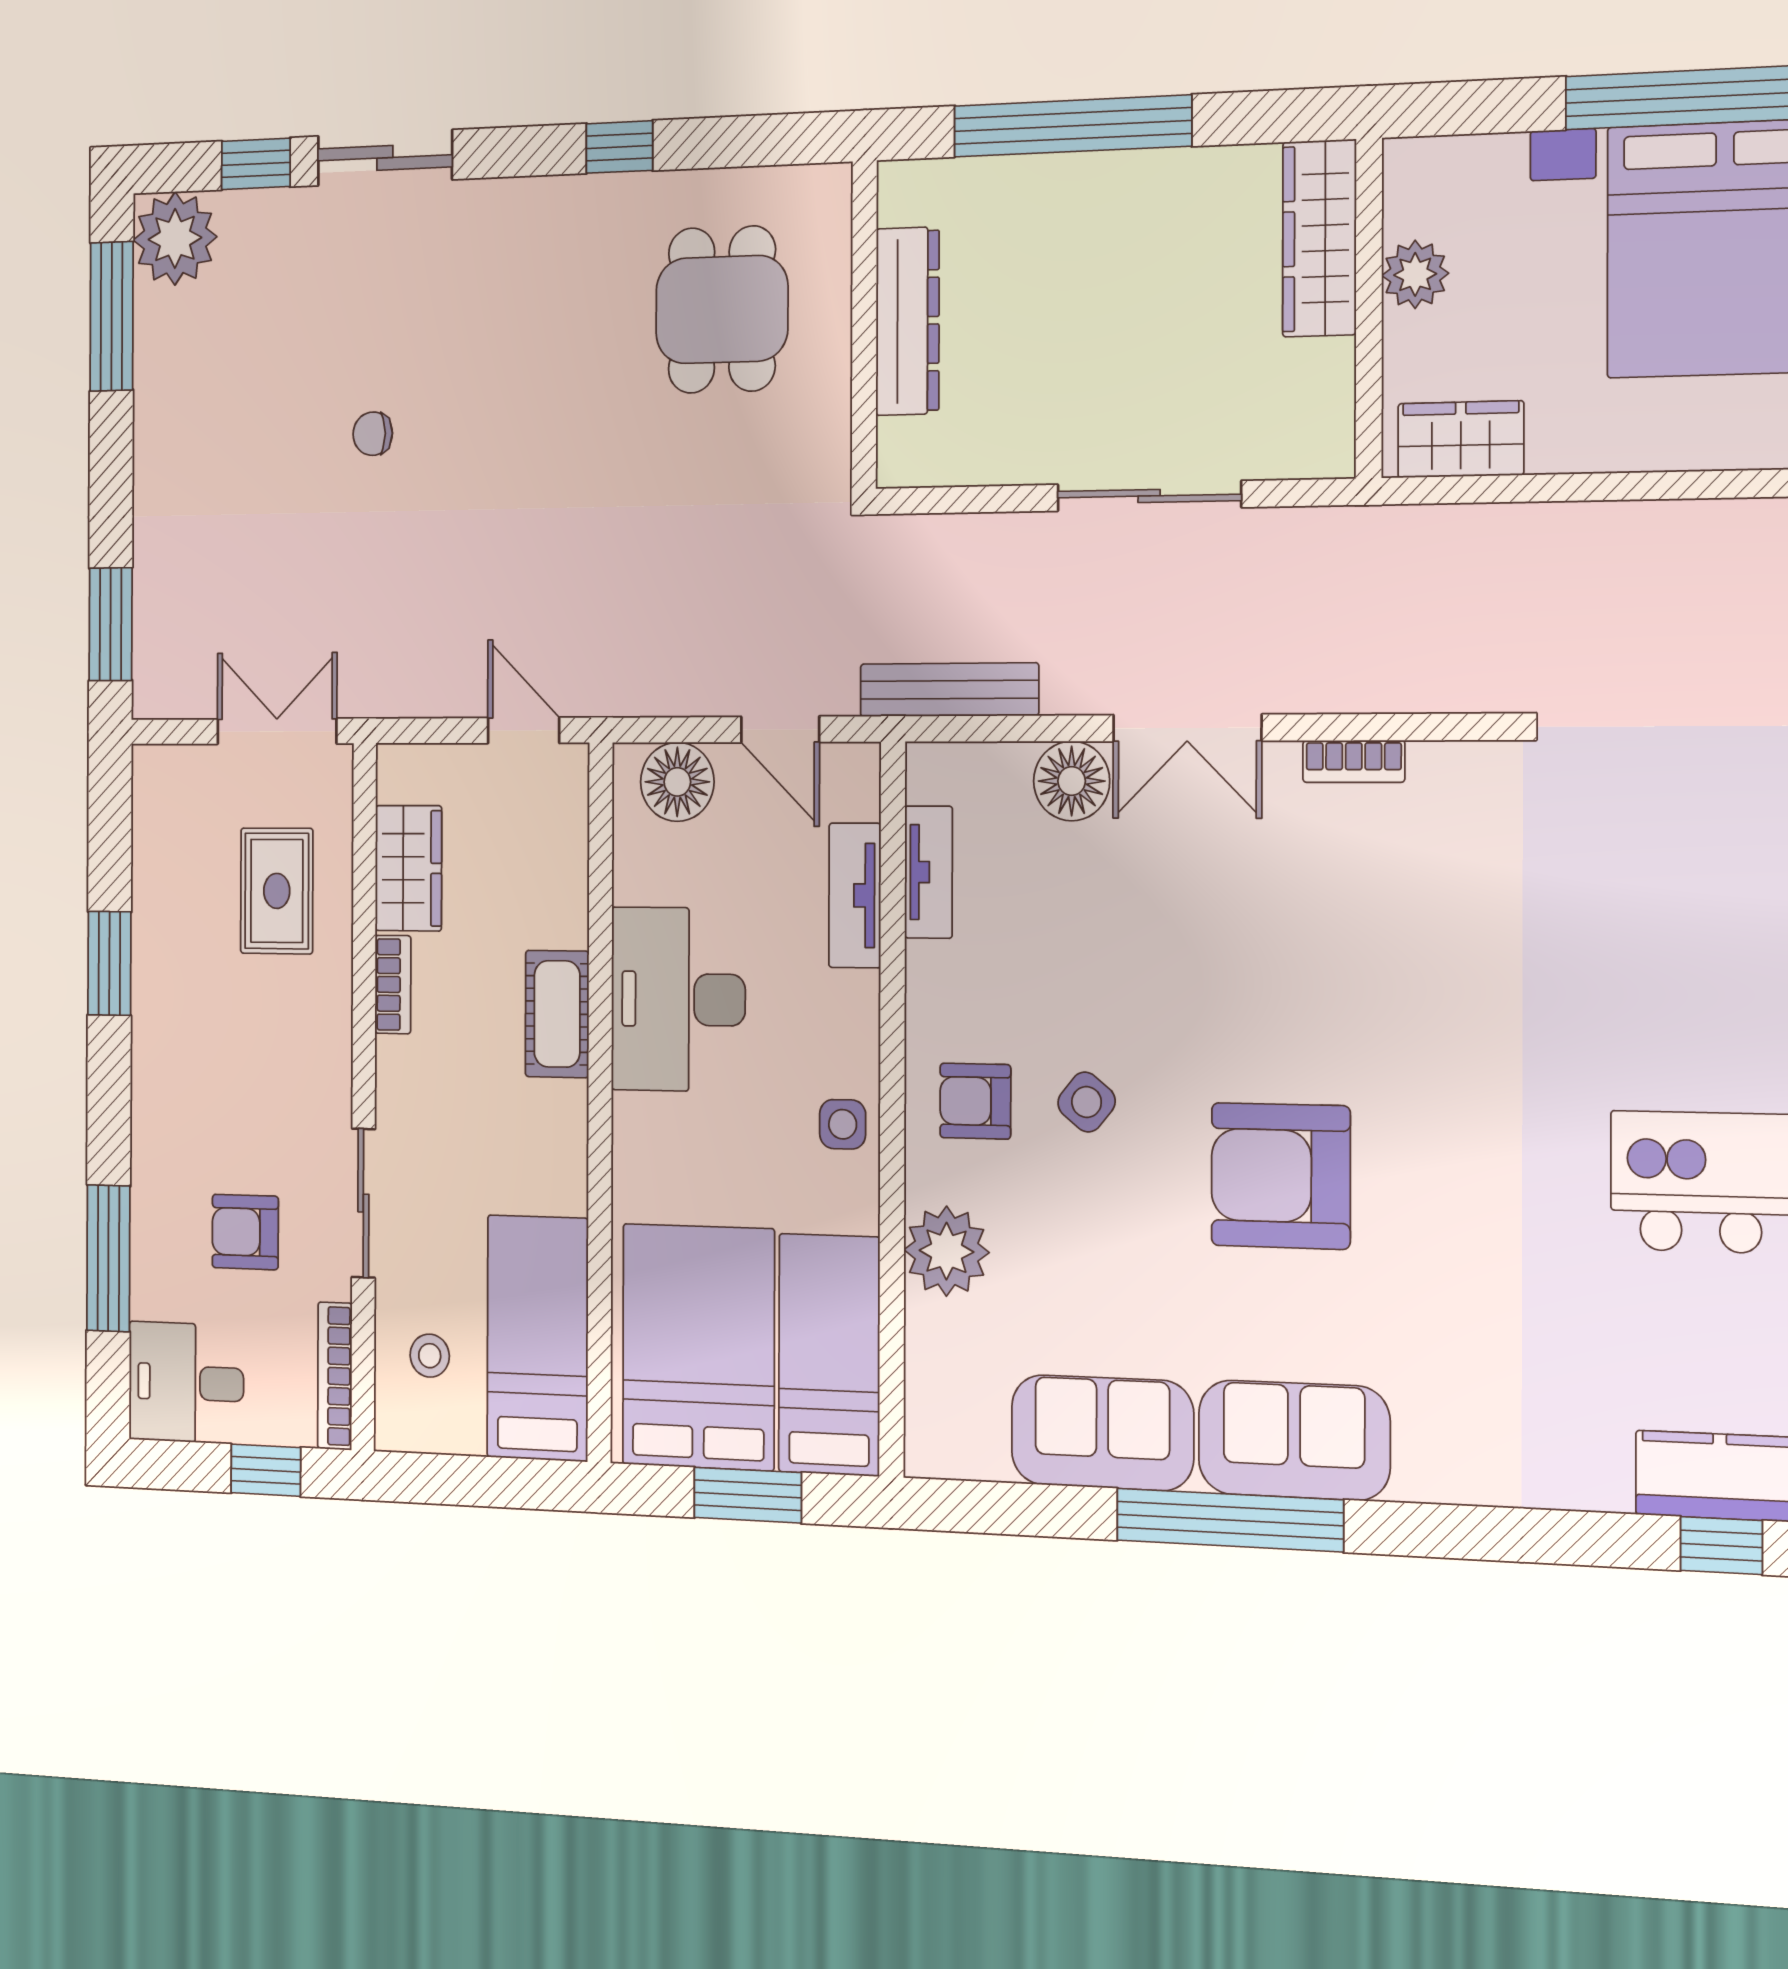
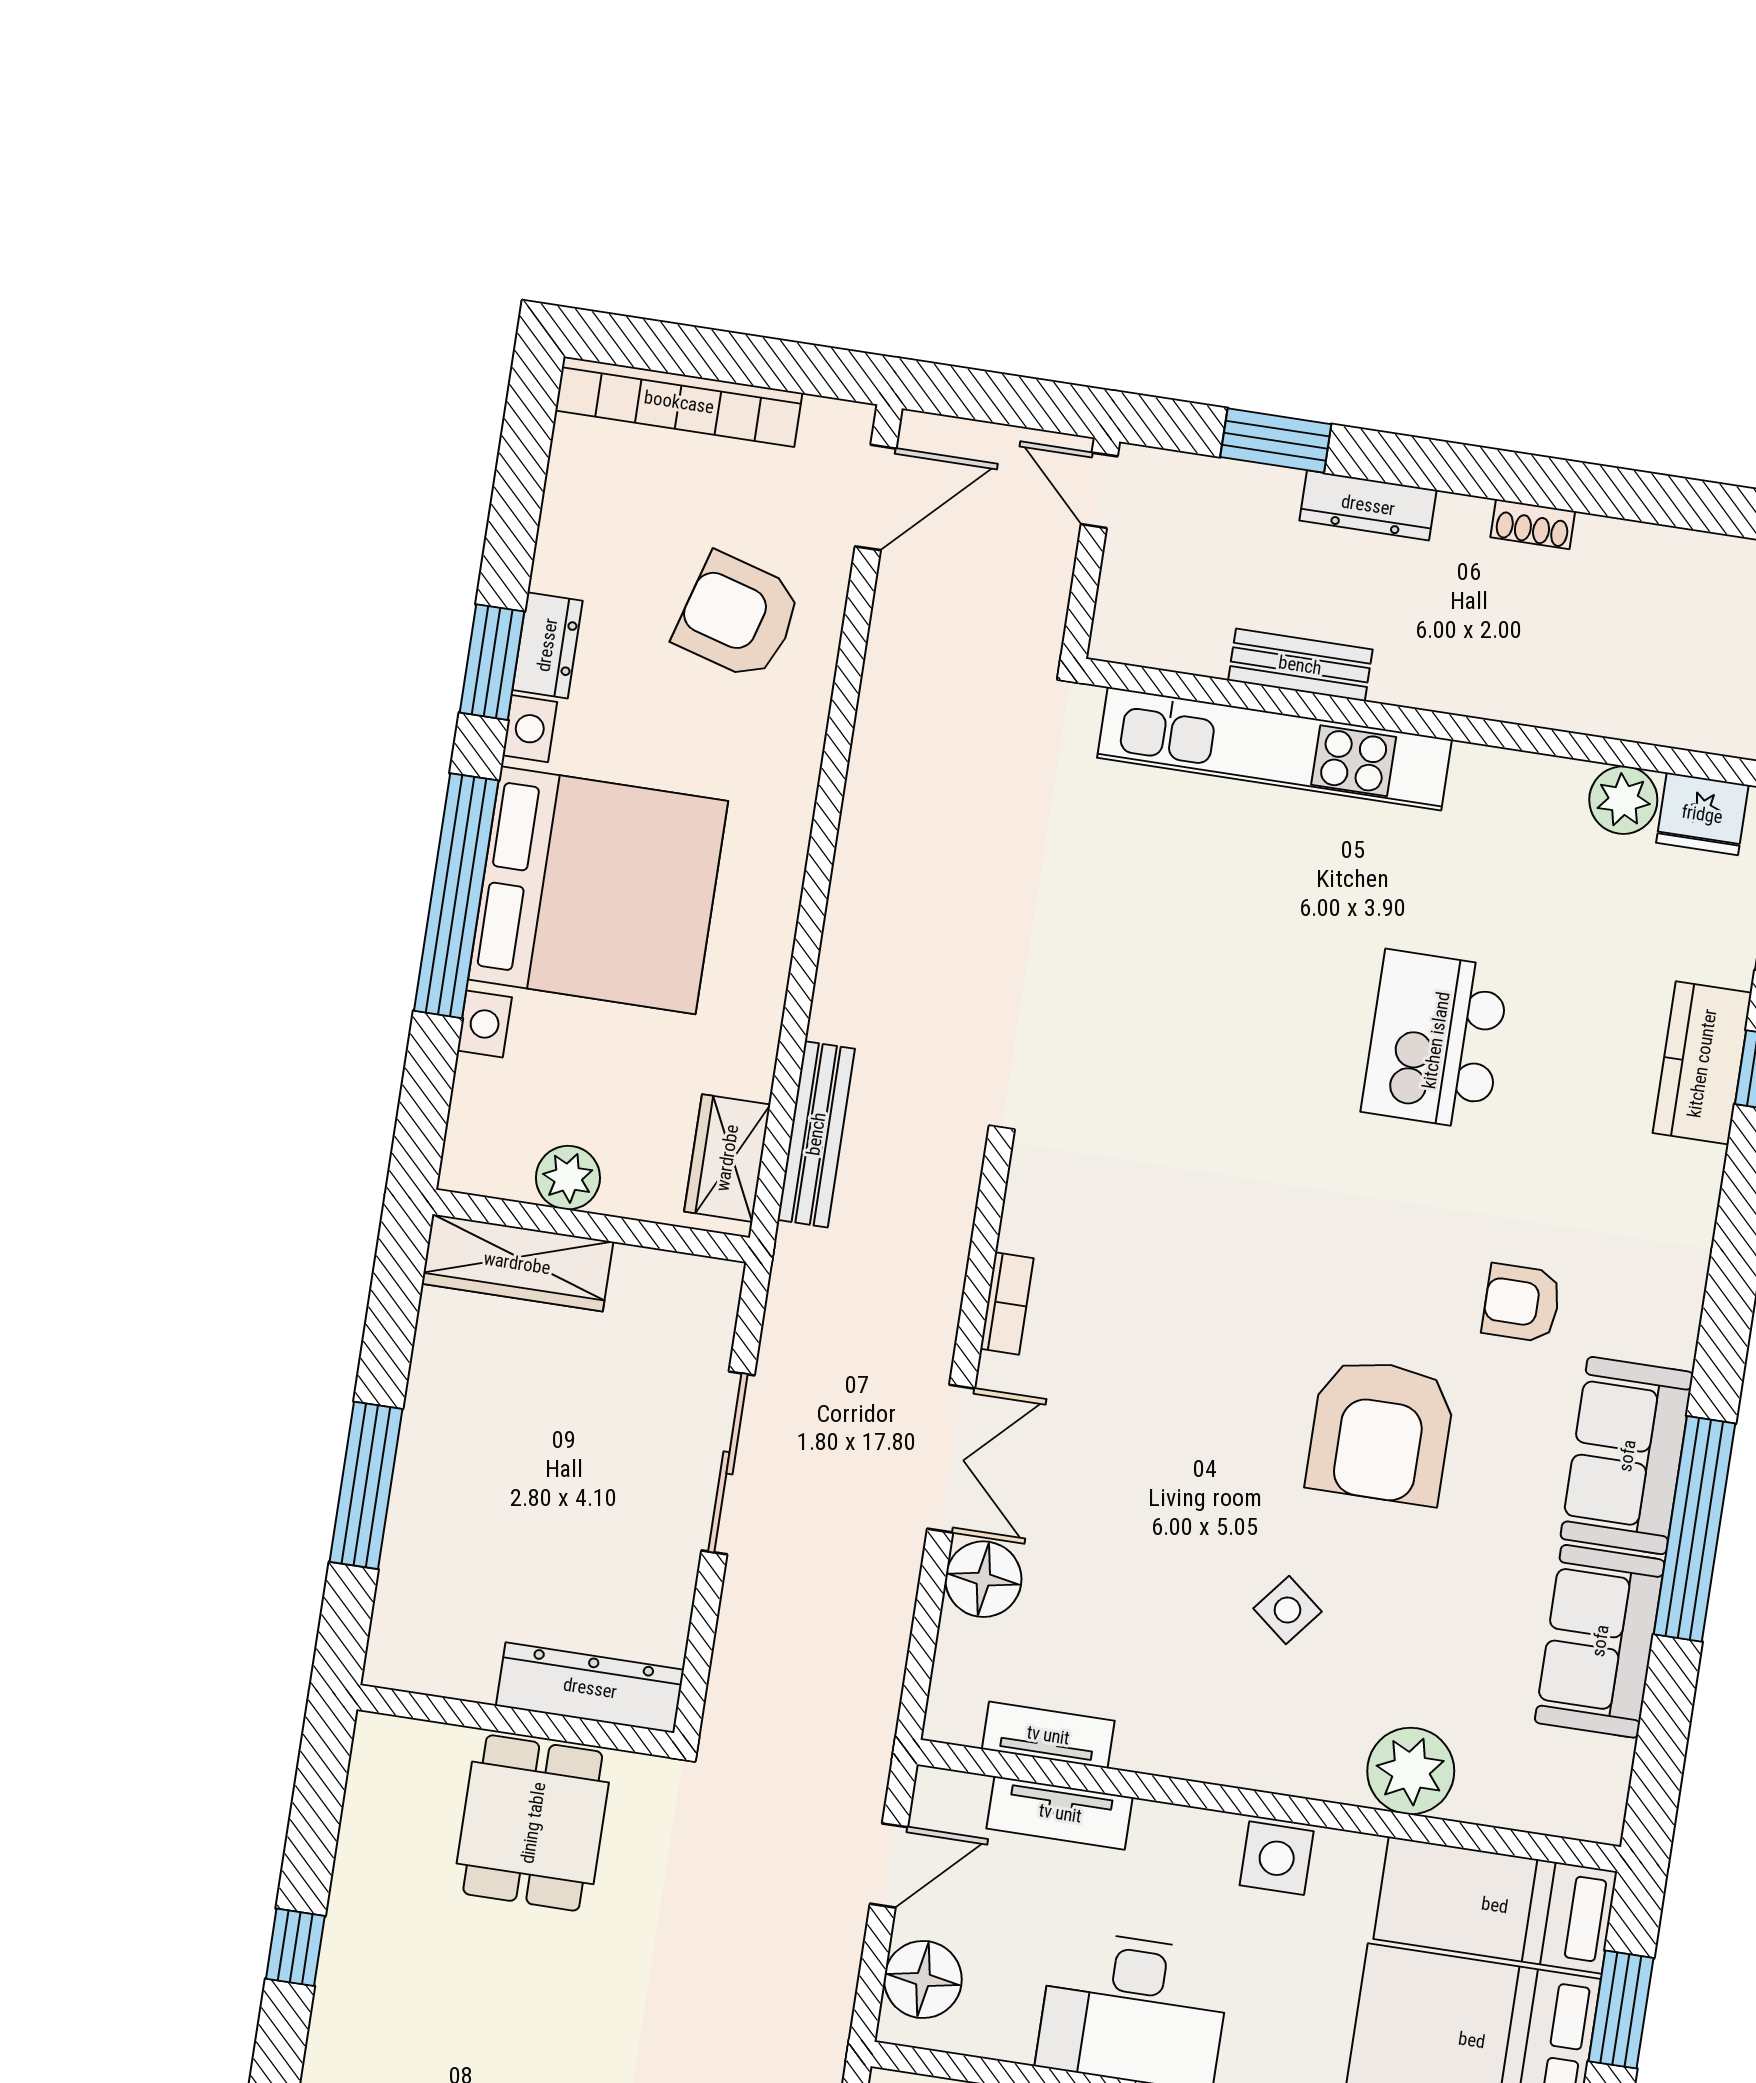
window: (1072, 126) -> (366, 1485), width x0.68
dining table: (722, 310) -> (533, 1823), moved, turned 90
dresser: (907, 321) -> (590, 1688), moved
bench: (949, 690) -> (816, 1134), moved
armchair: (975, 1101) -> (1522, 1303), moved, turned 90
side table: (843, 1124) -> (1277, 1858), width x1.37, depth x1.37

